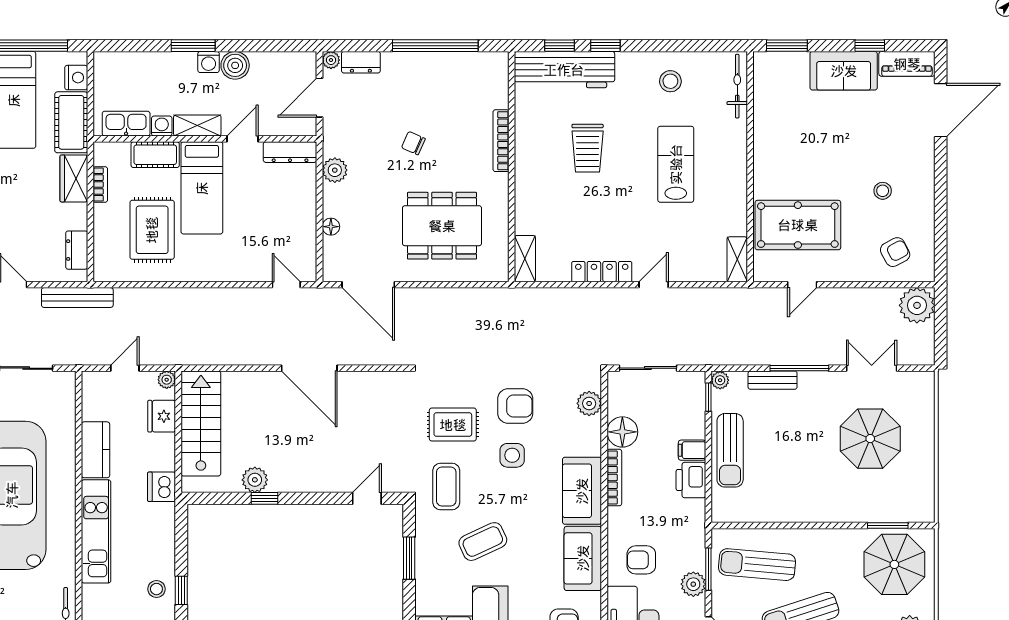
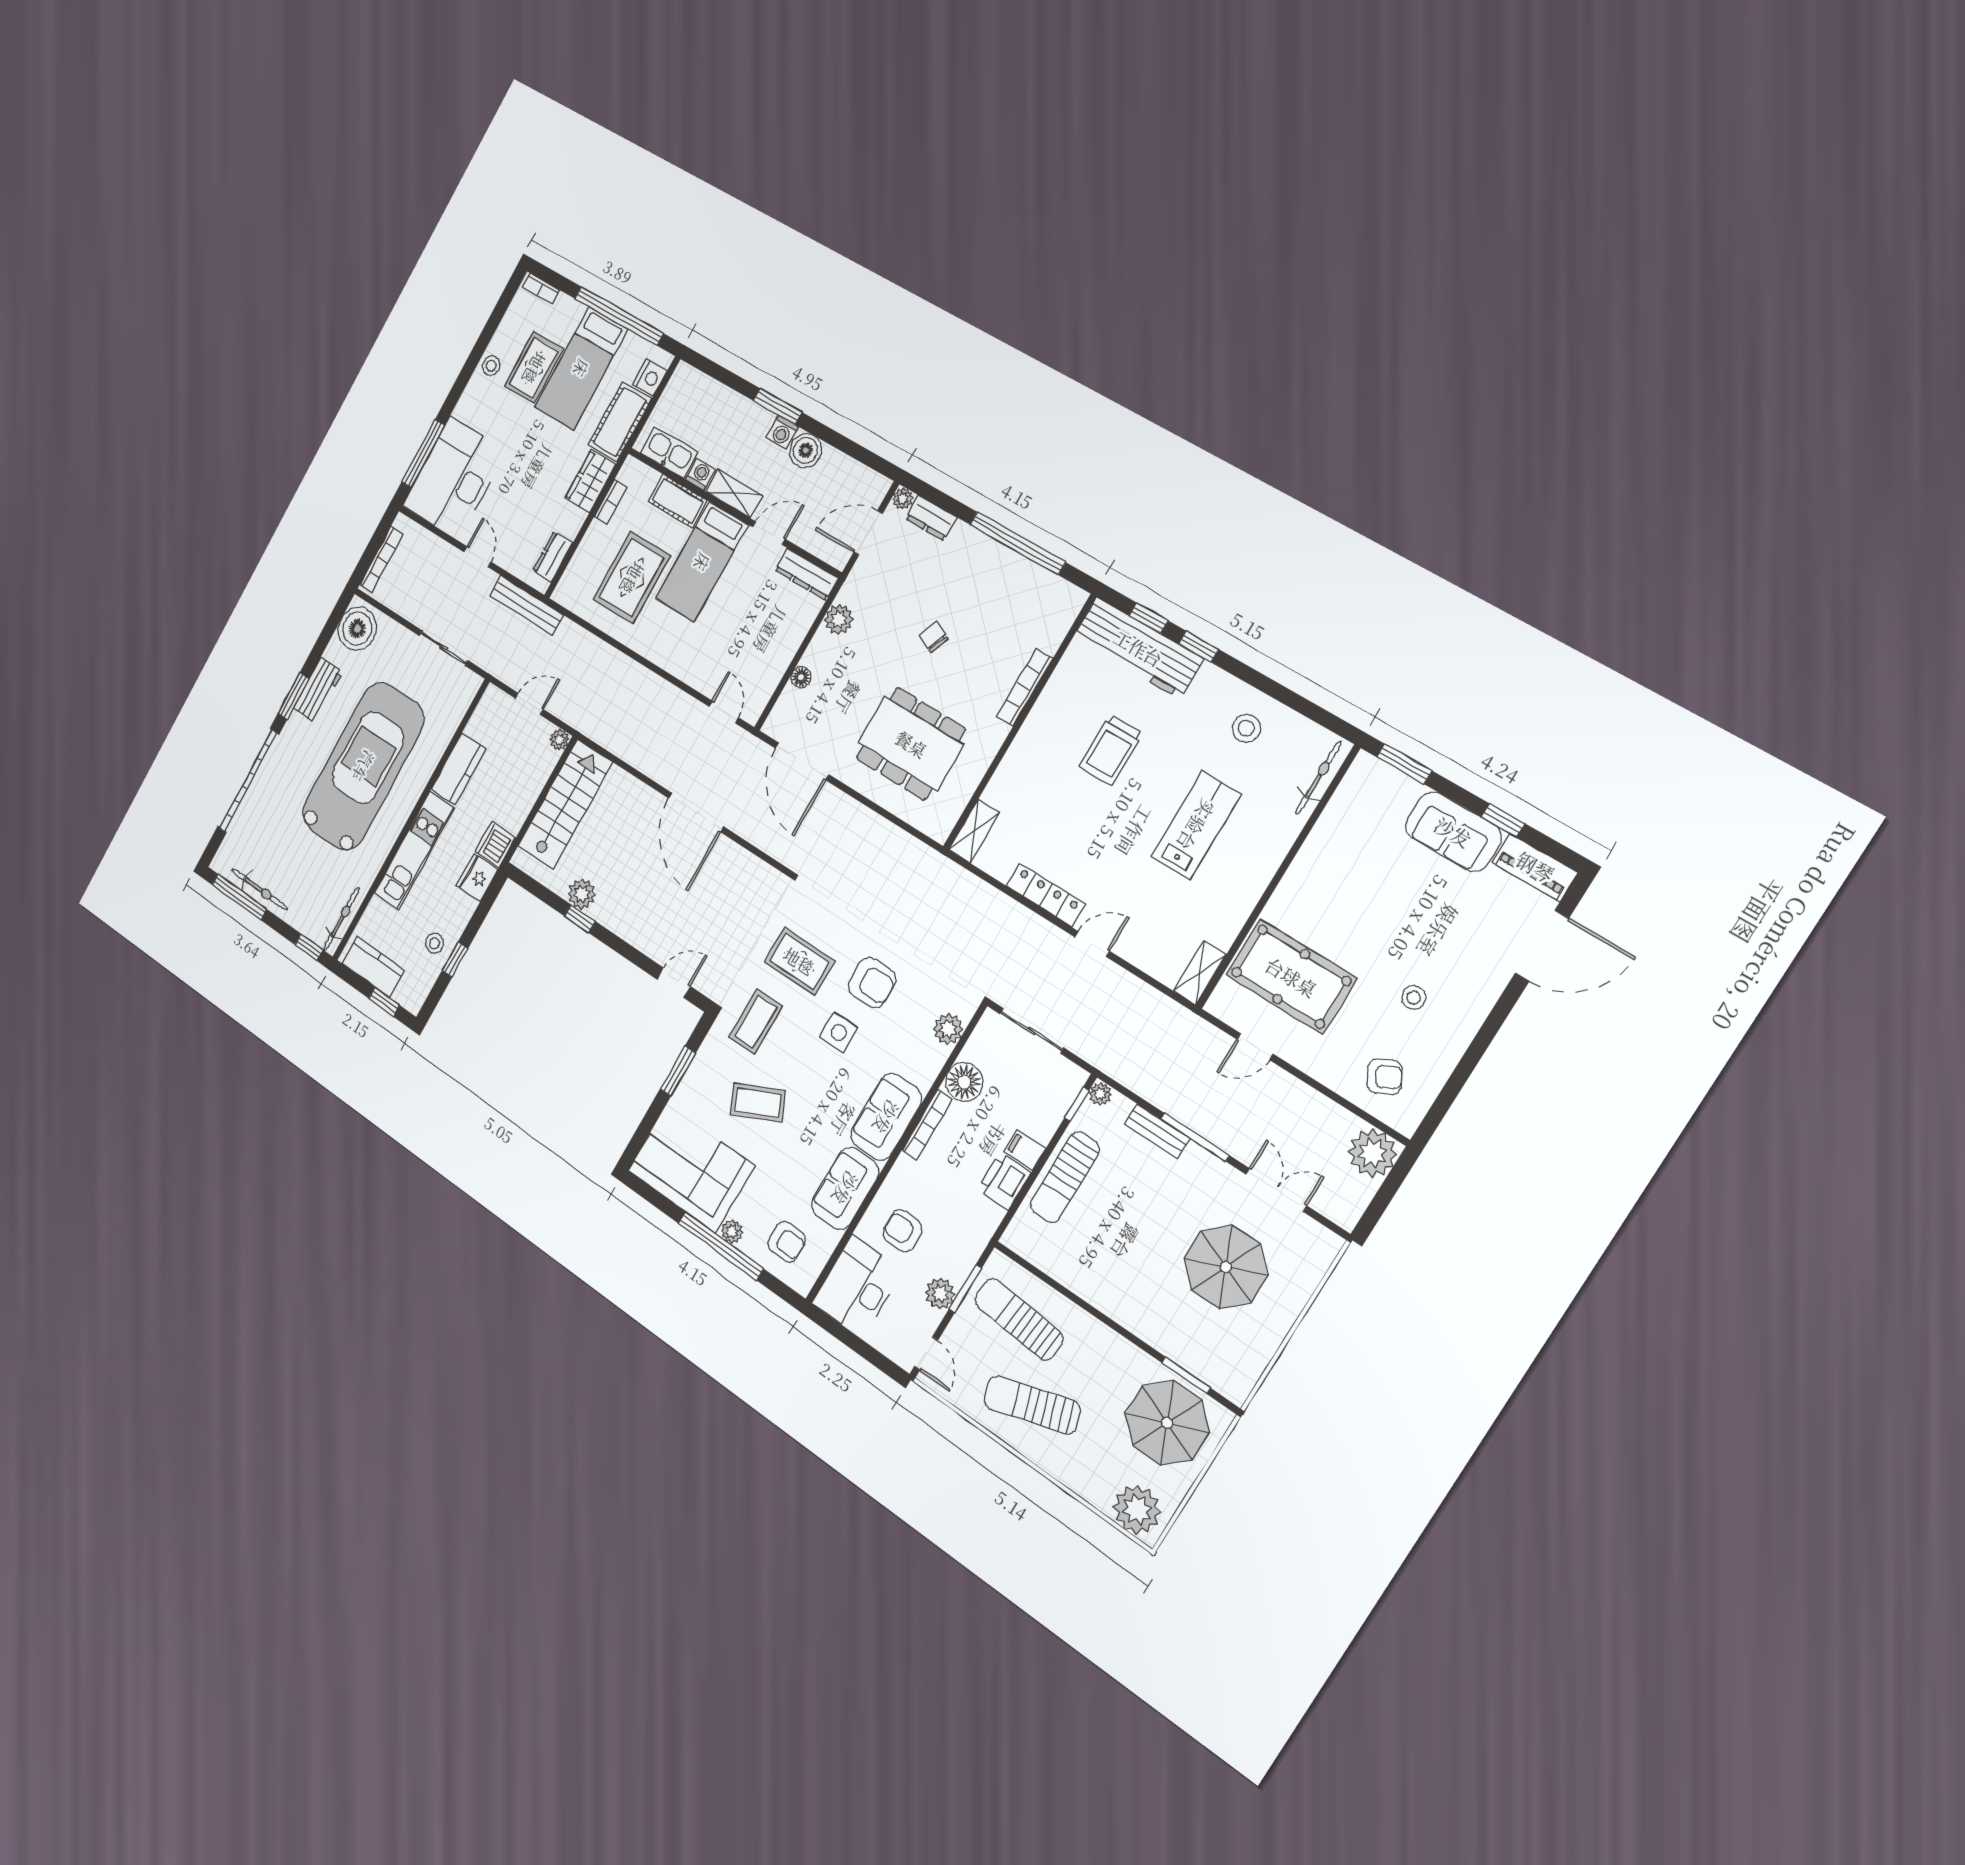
fridge: (162, 416) -> (477, 877), moved

